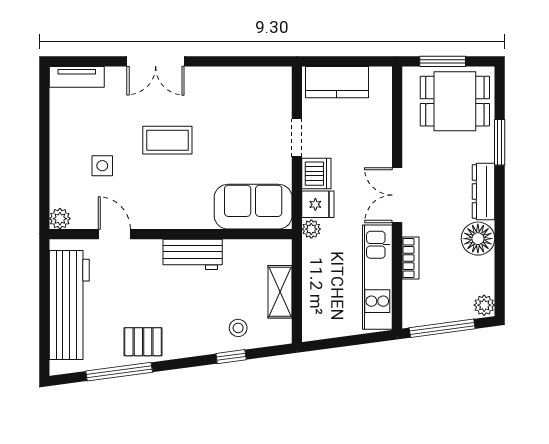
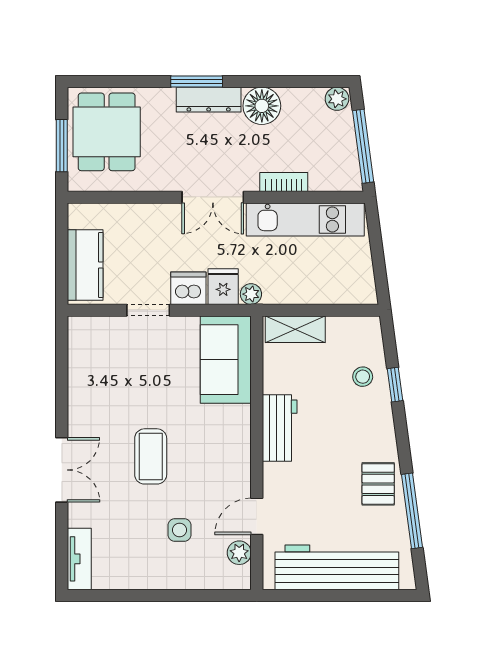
window: (500, 142) -> (197, 81), moved
plant: (60, 219) -> (239, 553), moved
shelving: (280, 292) -> (295, 329), moved

